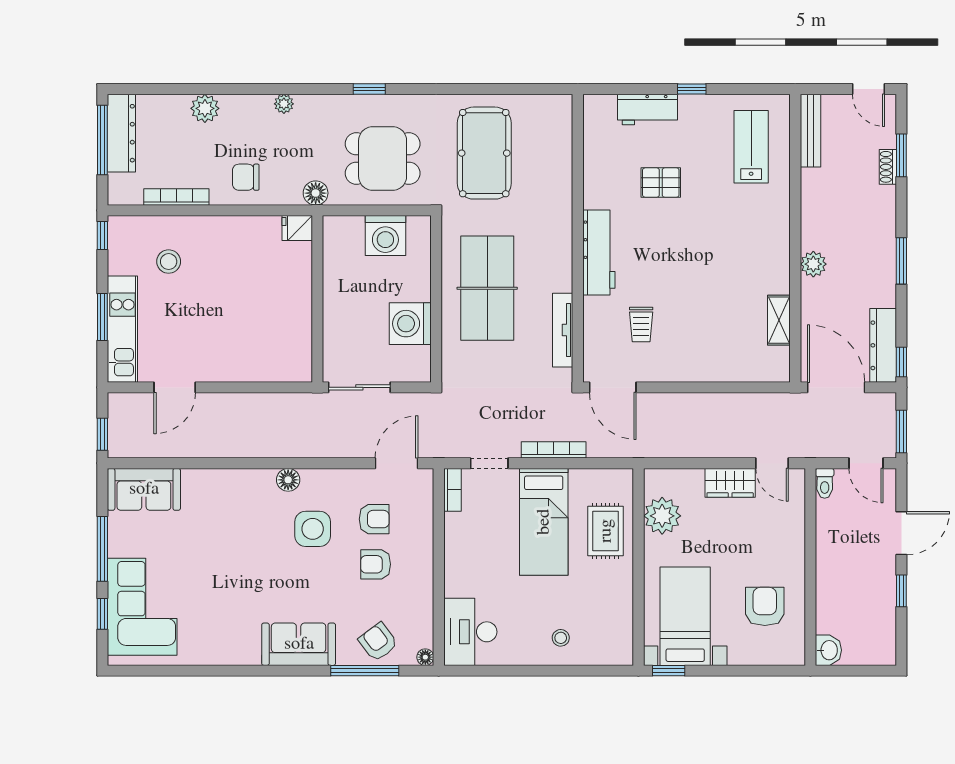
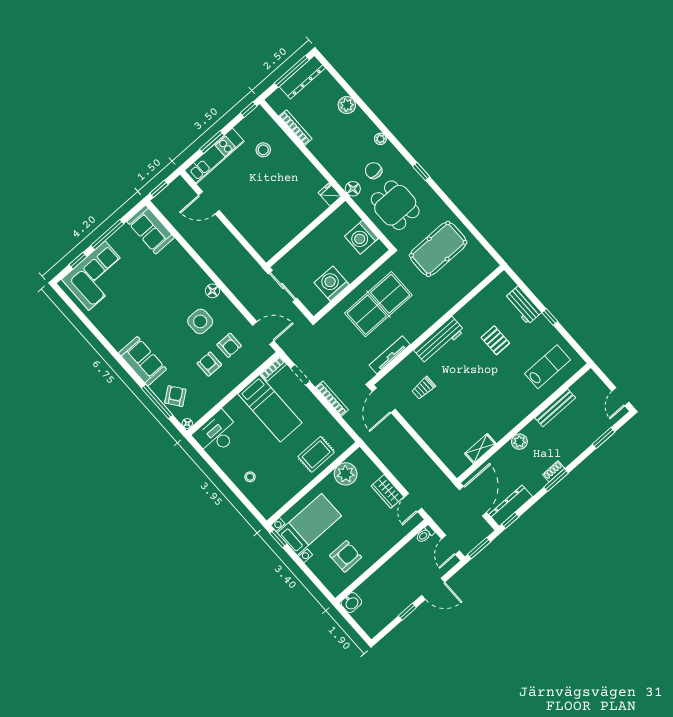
bench: (810, 131) -> (555, 408), moved
shoe rack: (888, 167) -> (554, 471), moved
chair: (246, 177) -> (373, 171), moved
bed: (544, 522) -> (270, 408), moved, turned -90

